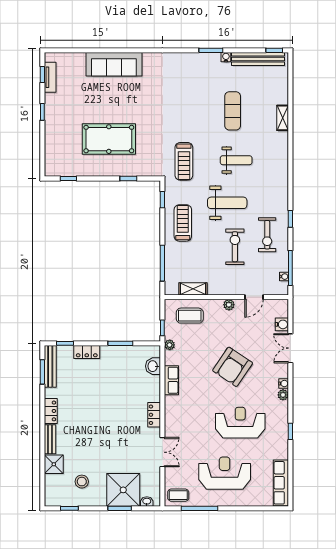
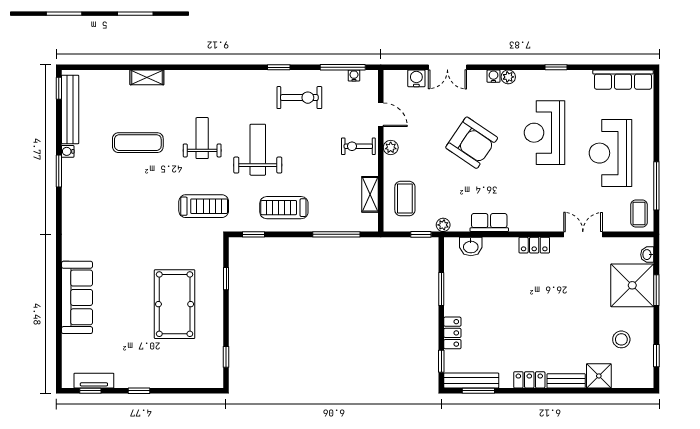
exercise bike: (235, 247) -> (358, 146), moved, width x0.73, depth x0.72

